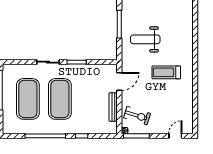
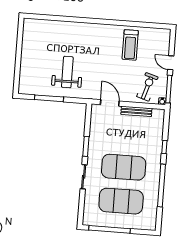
weight bench: (145, 39) -> (67, 72), turned 180
treadmill: (166, 72) -> (130, 45), moved
door: (175, 136) -> (171, 63), moved

